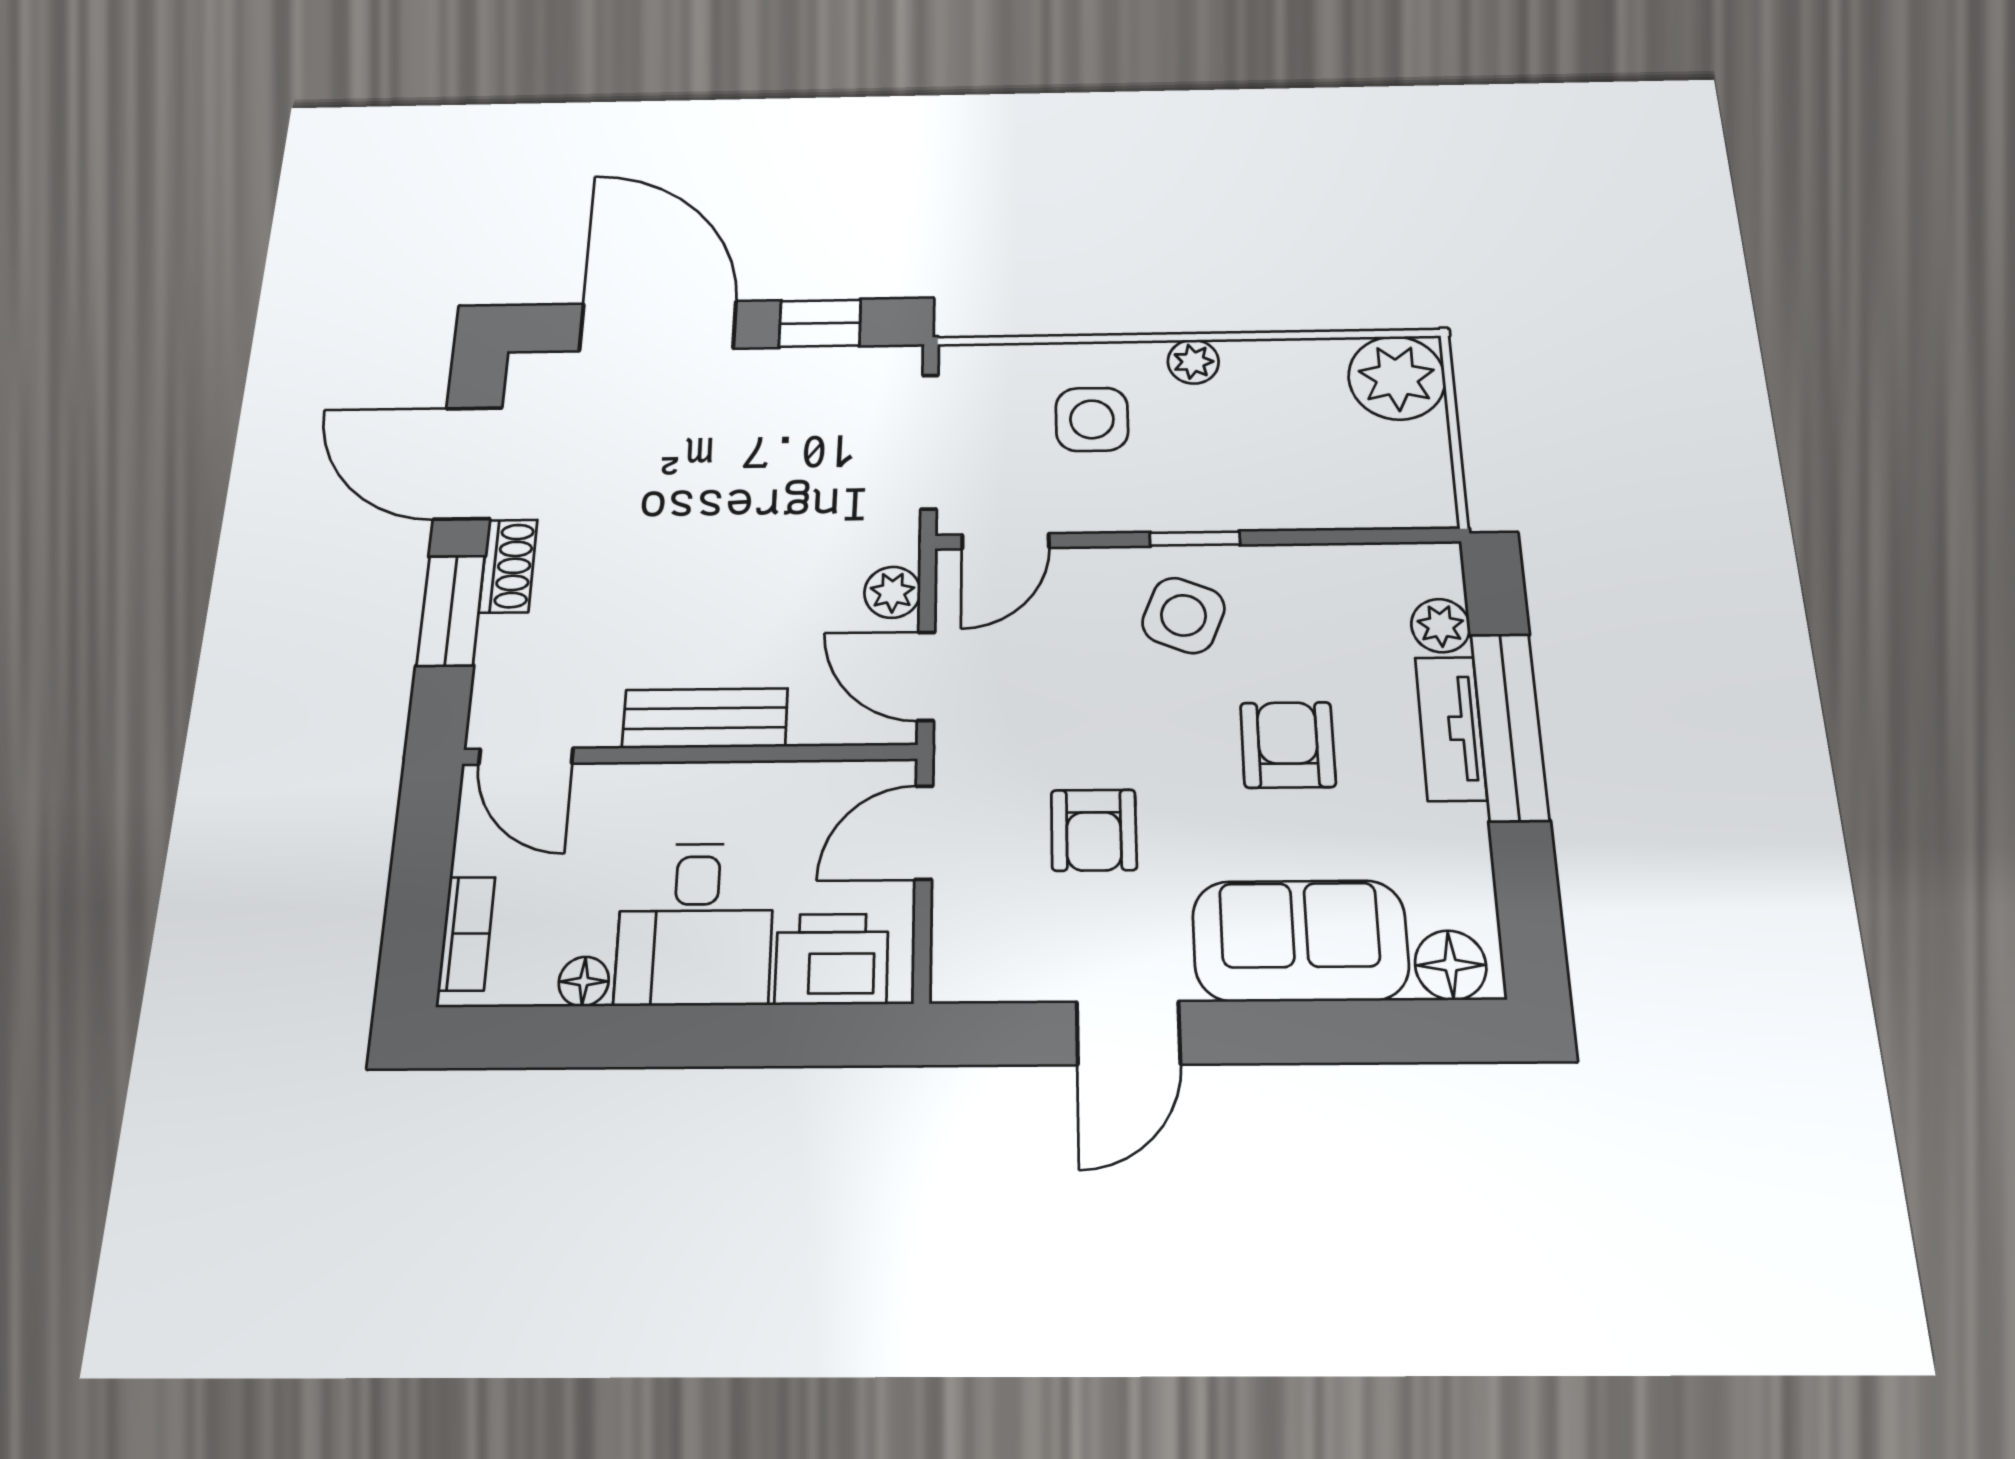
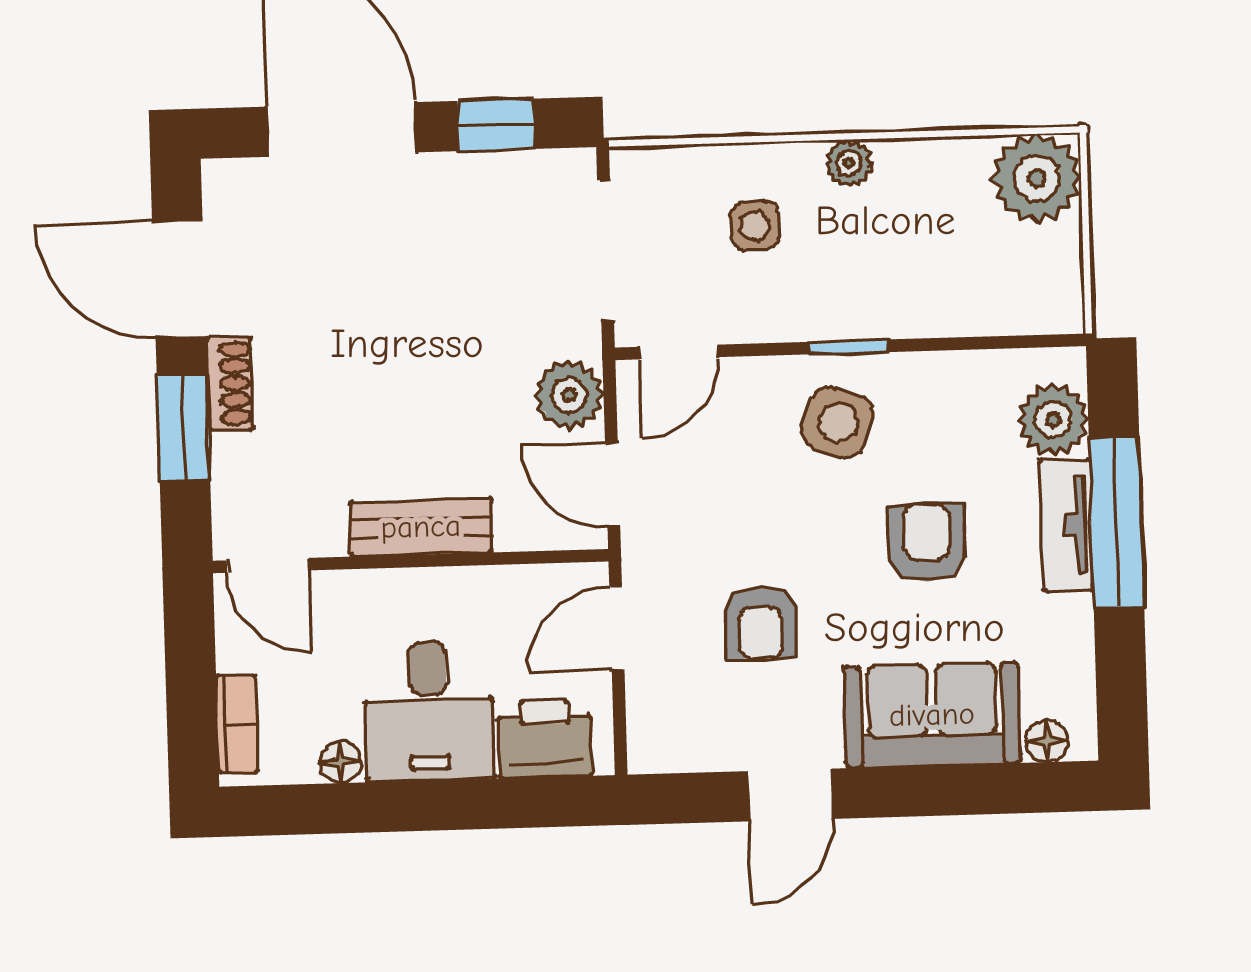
side table: (1092, 419) -> (755, 226), width x0.73, depth x0.73
plant: (892, 592) -> (569, 395), width x1.38, depth x1.38
plant: (1441, 626) -> (1053, 420), width x1.38, depth x1.38
floor lamp: (1451, 965) -> (1047, 741), width x0.73, depth x0.73

